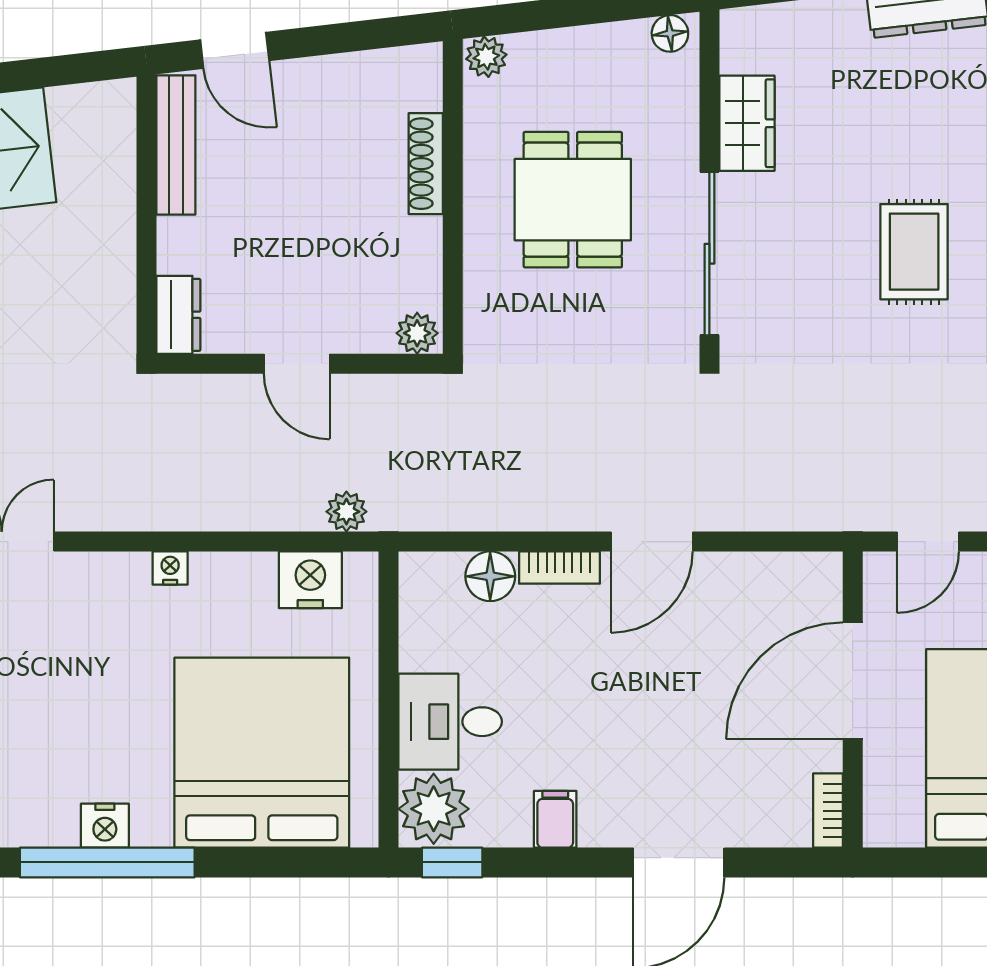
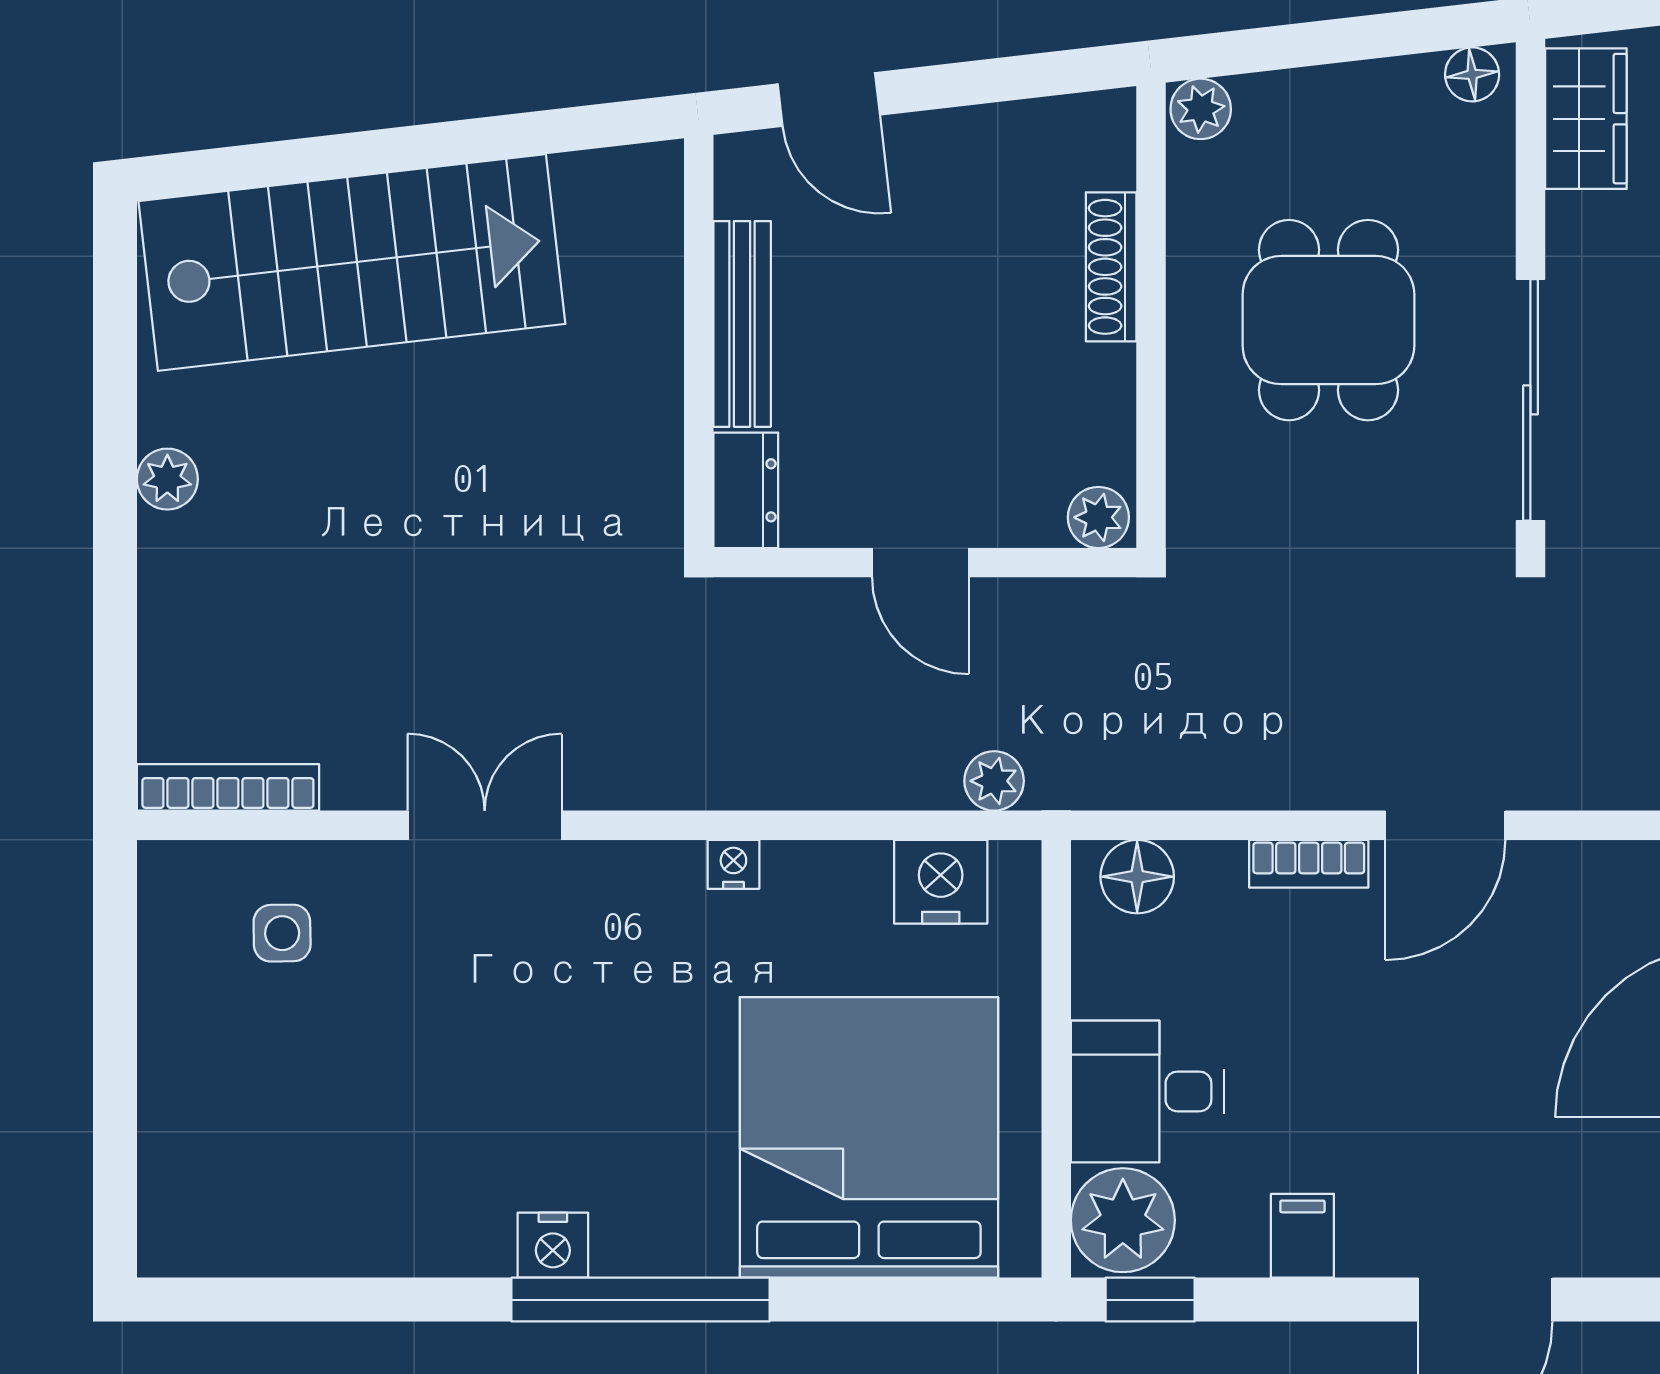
wardrobe: (747, 123) -> (1586, 119), moved
bench: (176, 145) -> (742, 324), moved
floor lamp: (490, 576) -> (1137, 877), moved
nightstand: (105, 826) -> (553, 1245), moved

